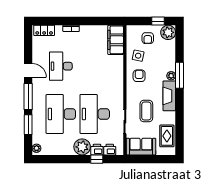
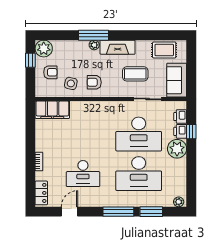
door: (28, 70) -> (70, 212), moved

